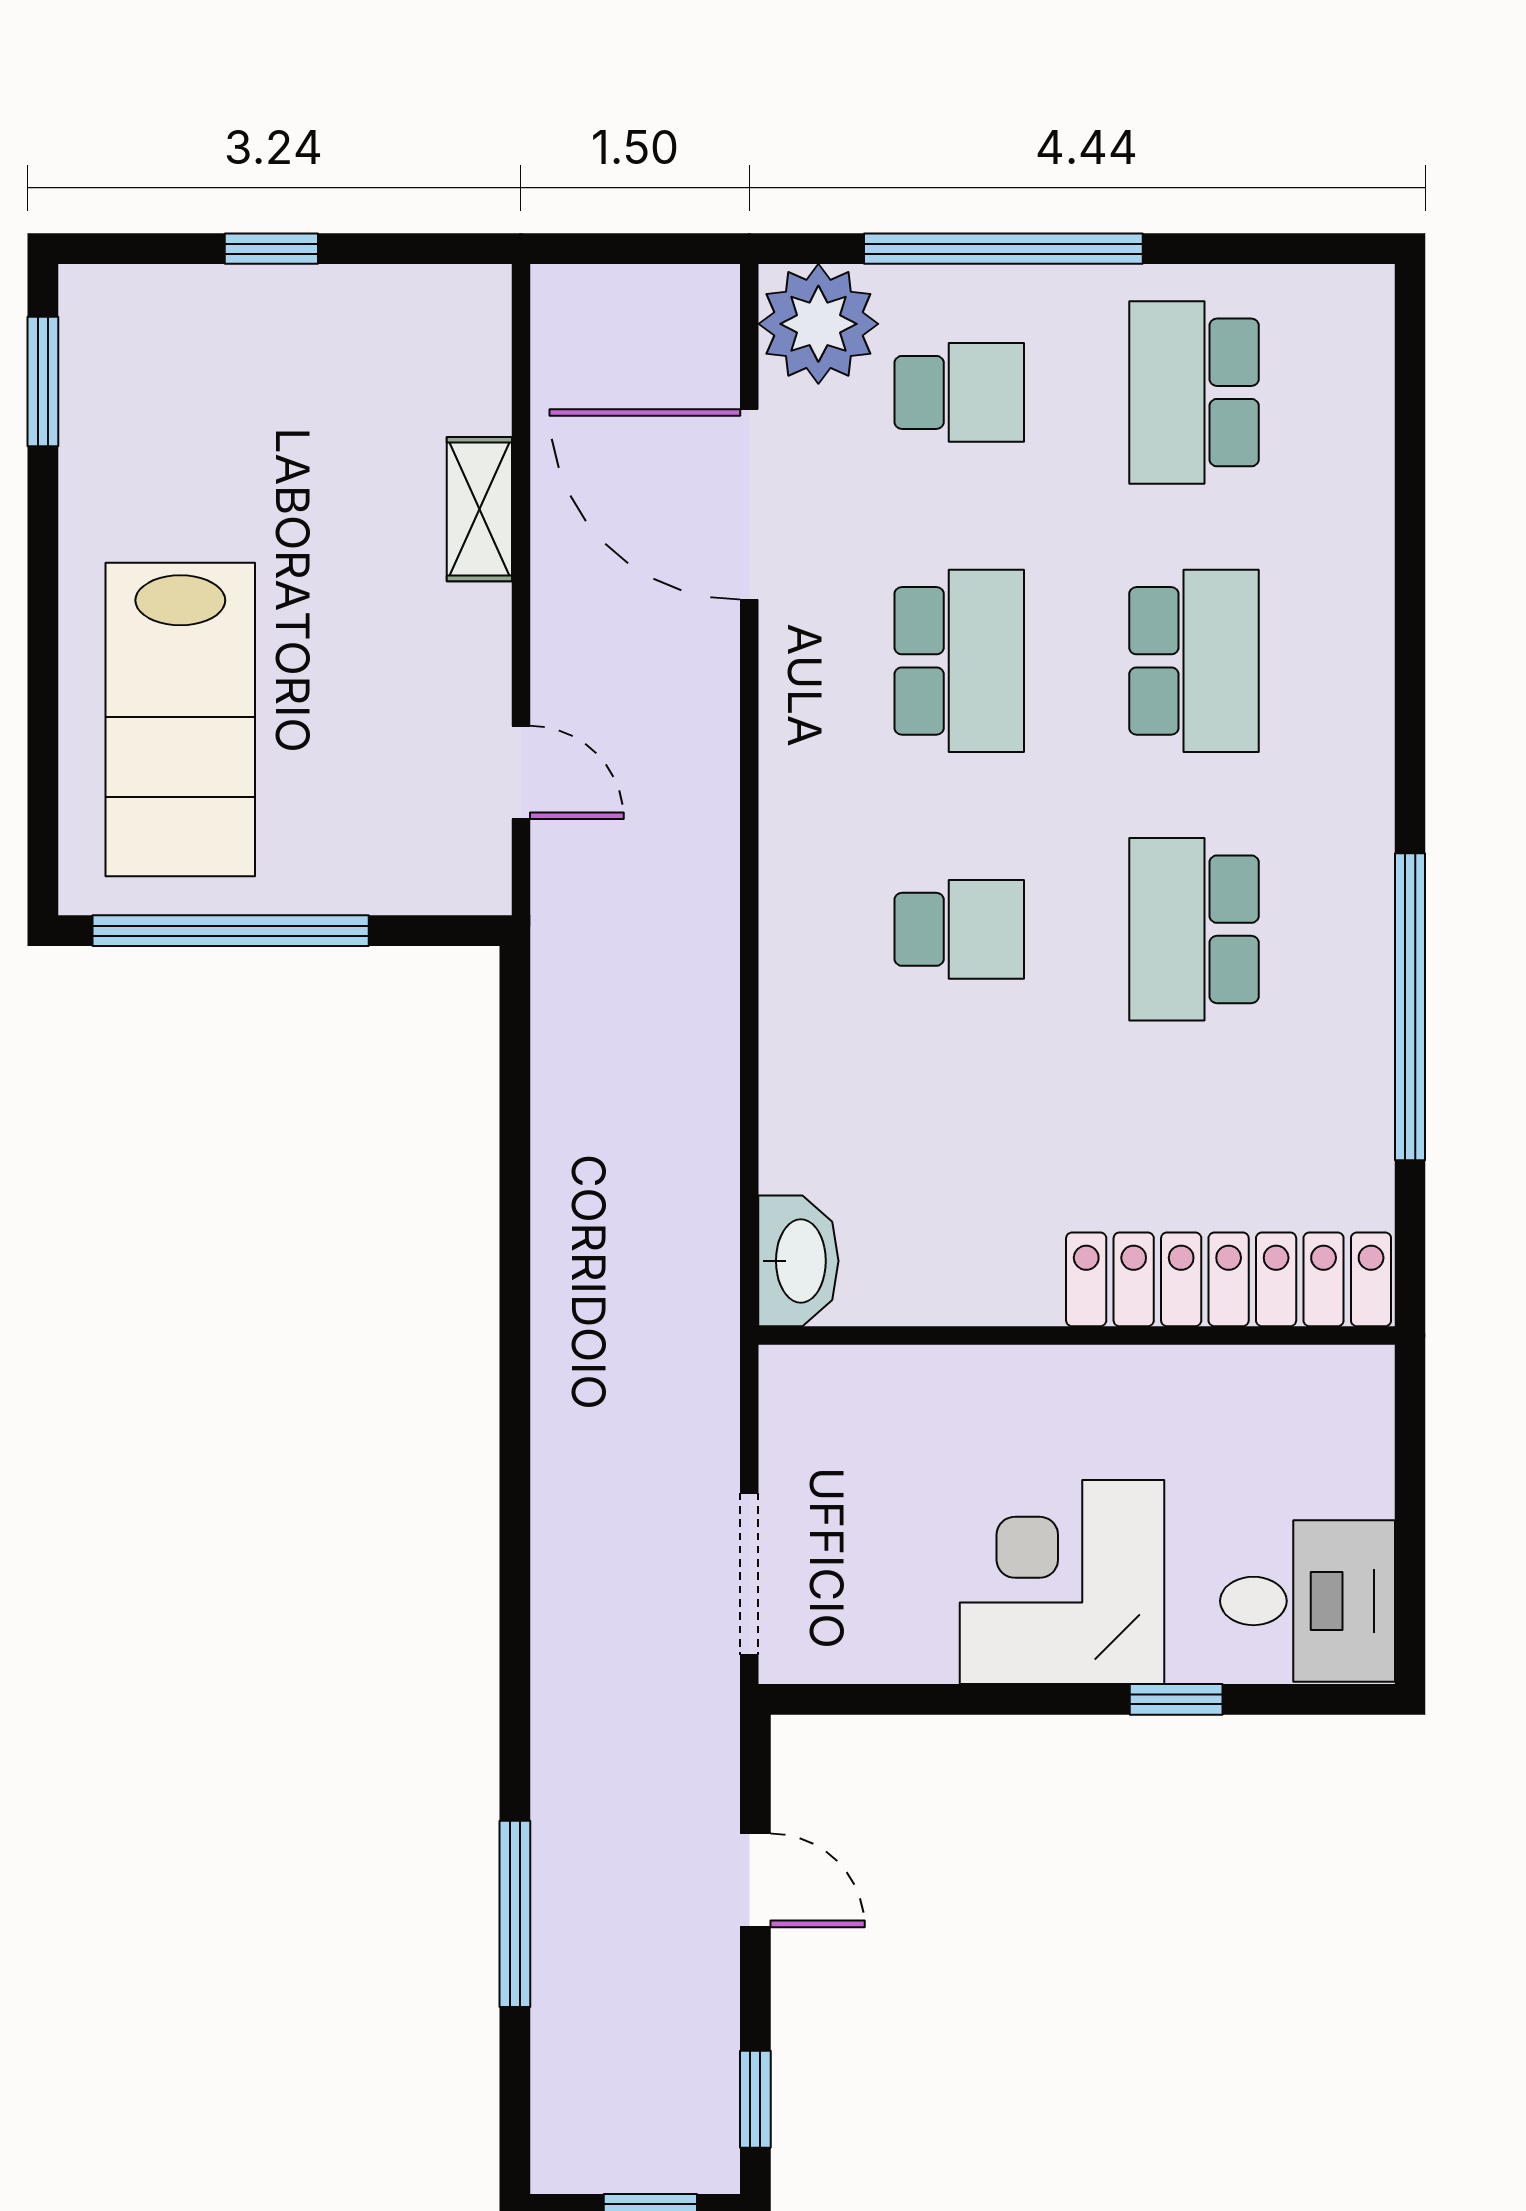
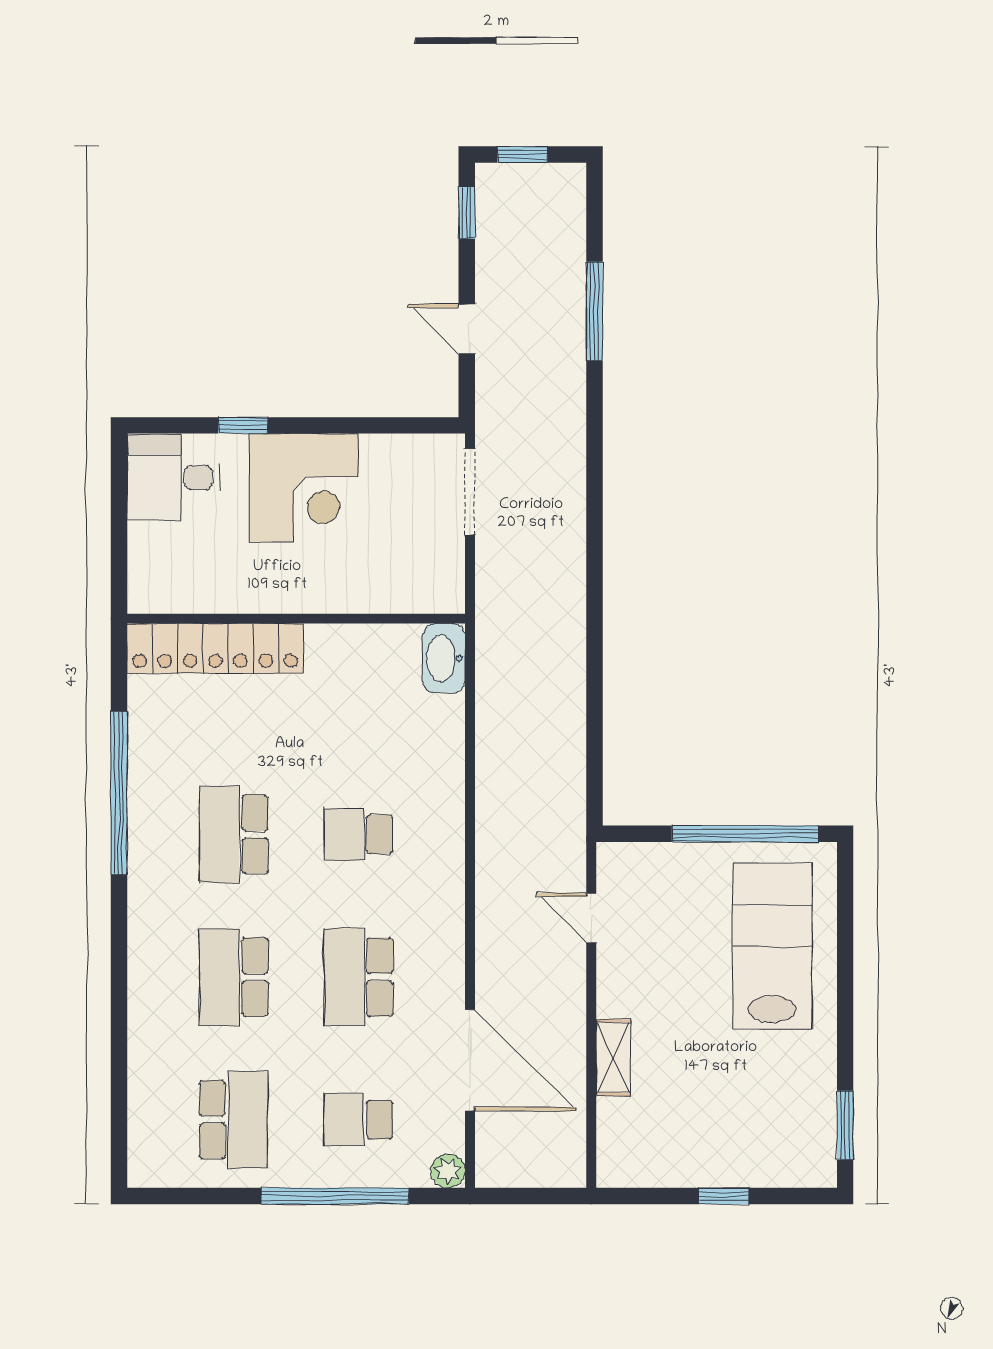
plant: (818, 324) -> (448, 1171), width x0.53, depth x0.53
school desk: (1194, 929) -> (234, 834), turned 180

